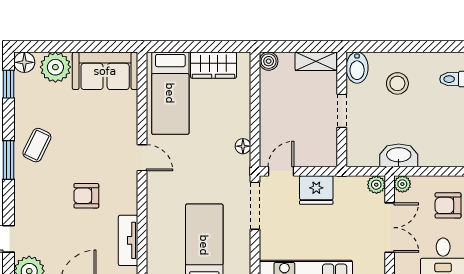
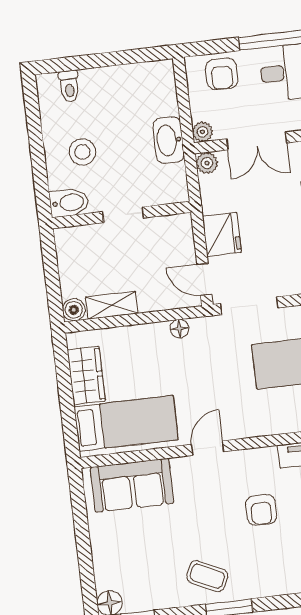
shelving: (316, 61) -> (112, 305), moved, turned 90
plant: (55, 67) -> (111, 565), removed
sofa: (105, 71) -> (132, 485), moved, turned 90
double door: (390, 228) -> (257, 141), swing flipped

